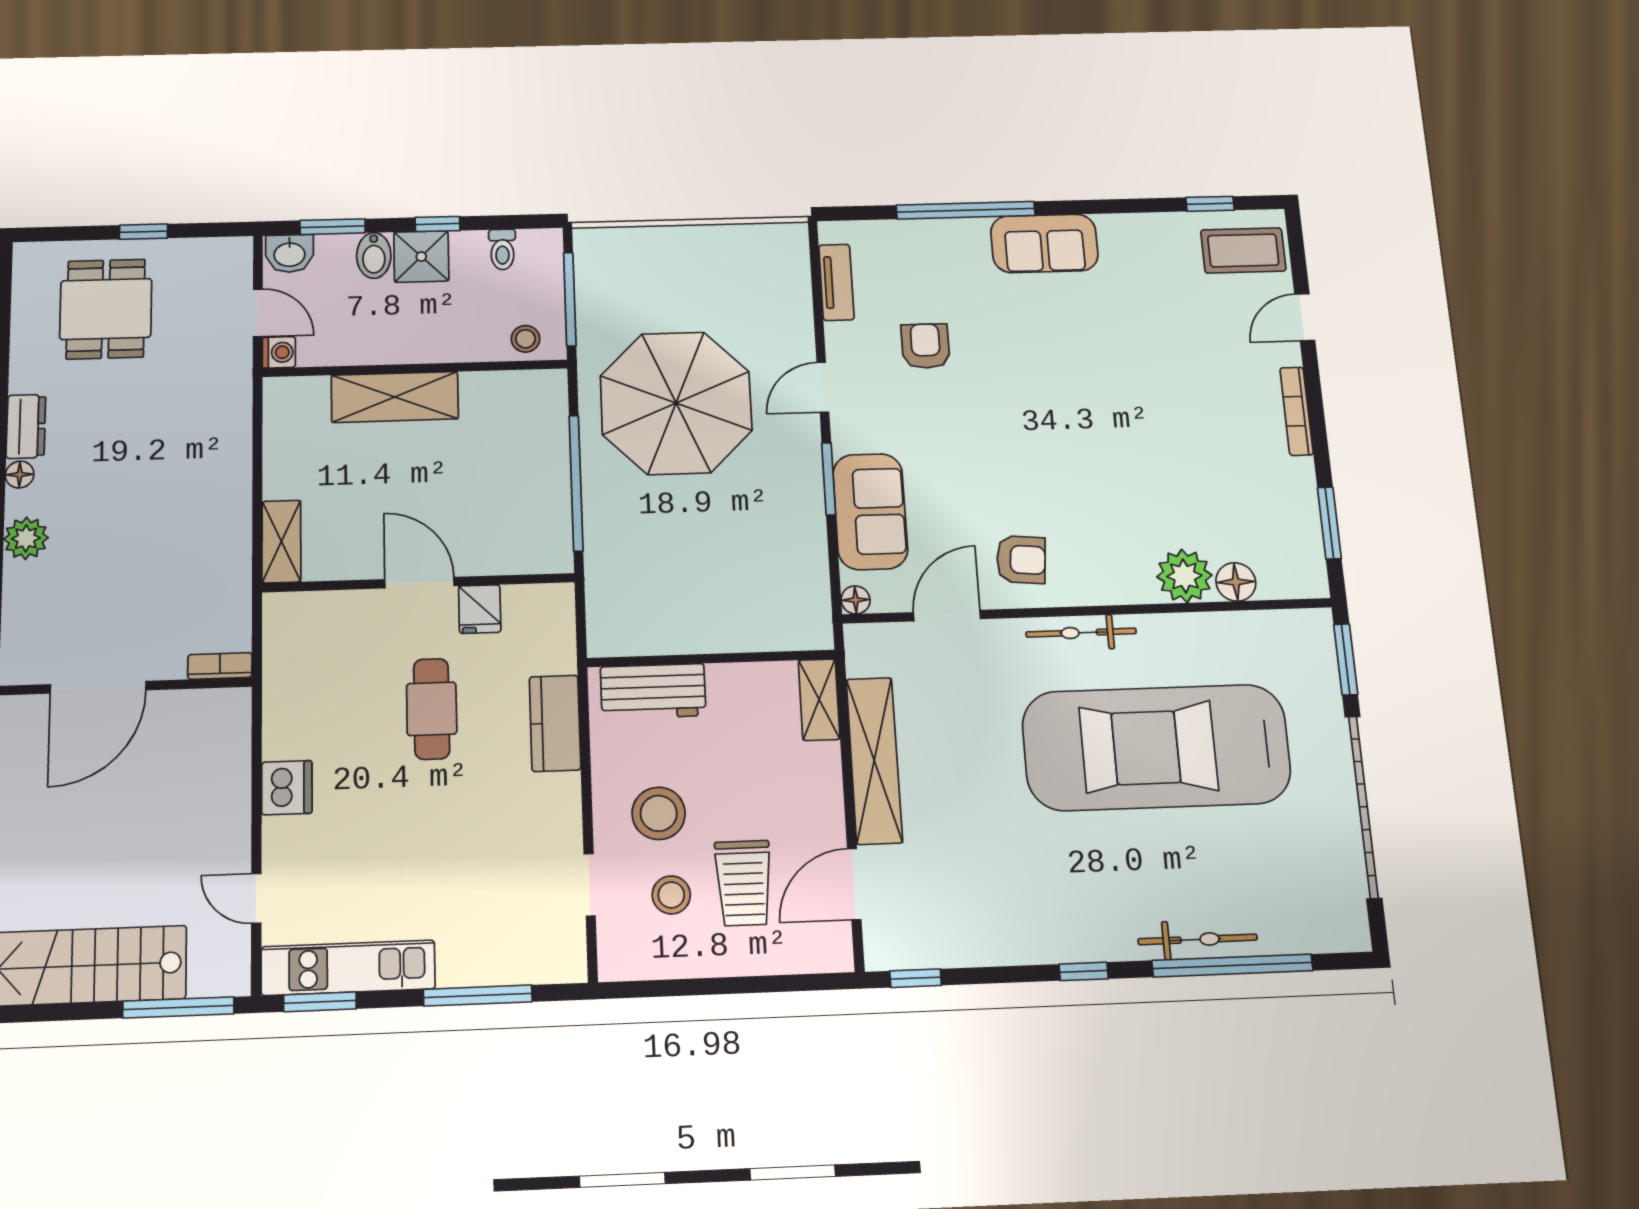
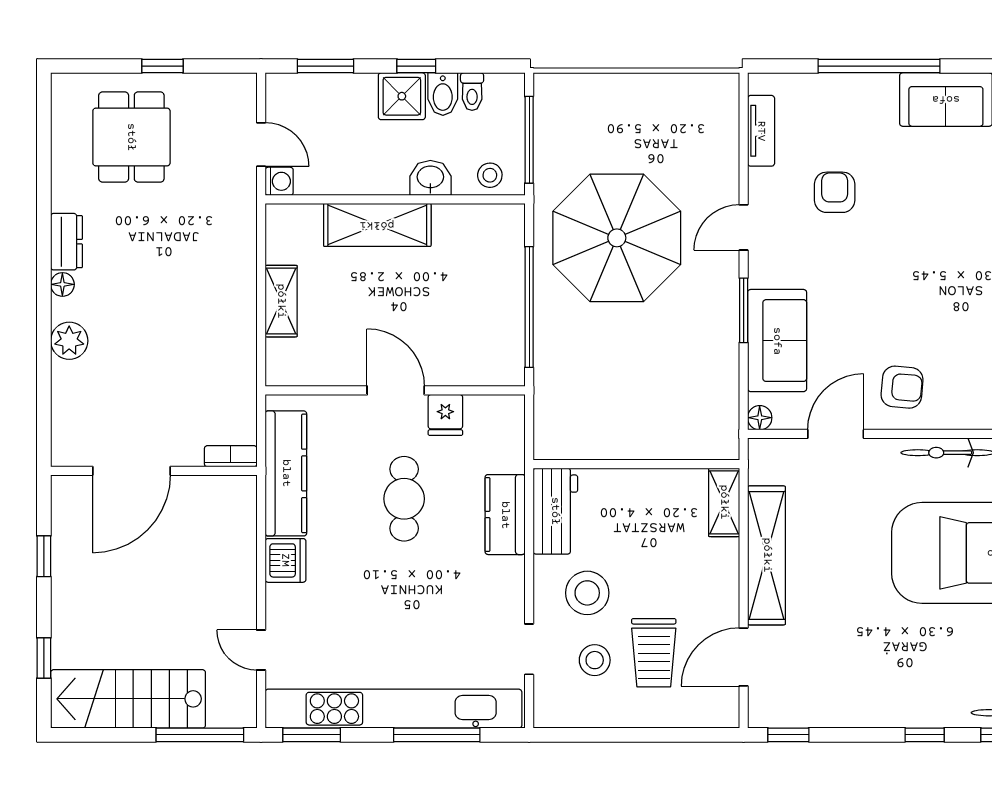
washbasin: (290, 254) -> (430, 178), moved, turned 180
bidet: (374, 256) -> (443, 94), moved
shelving: (281, 542) -> (281, 301), moved
kitchen counter: (287, 684) -> (286, 473), added
workbench: (653, 691) -> (555, 511), moved, turned -90
kitchen unit: (348, 968) -> (393, 709), width x1.86

